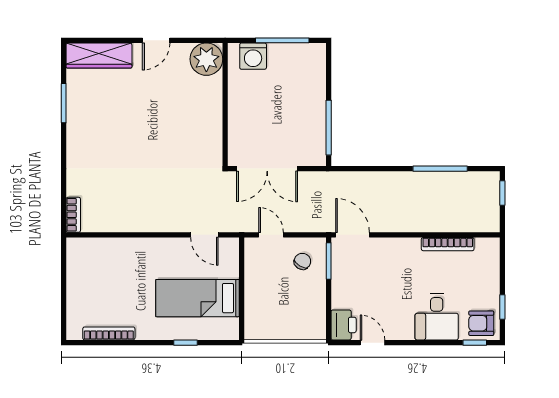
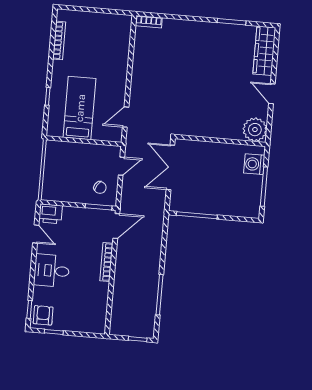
bookcase: (448, 244) -> (106, 262), moved
desk: (437, 317) -> (52, 271), moved
door: (373, 343) -> (36, 234), hinge flipped

